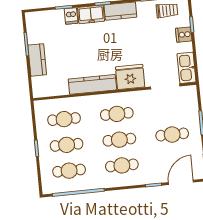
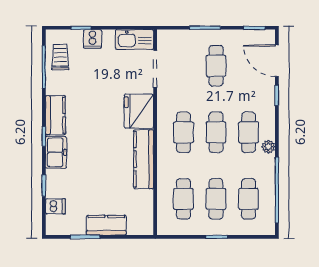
dishwasher: (71, 16) -> (55, 206), moved
plant: (112, 182) -> (268, 147), added

